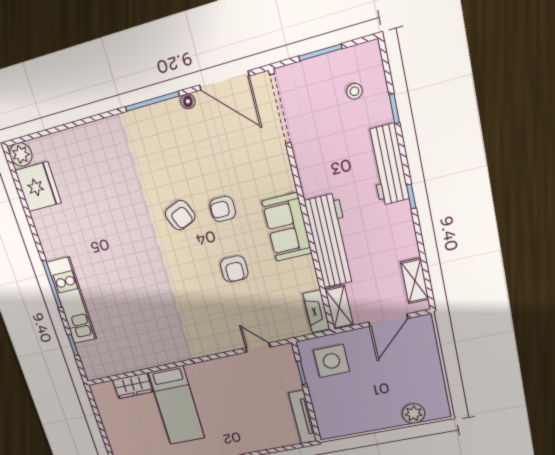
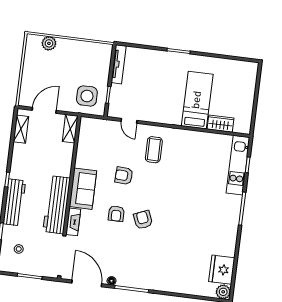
armchair: (223, 209) -> (116, 214), turned 90
workbench: (331, 241) -> (57, 205), moved
armchair: (234, 269) -> (124, 176), turned -87
kitchen unit: (72, 301) -> (238, 165), moved
fireplace: (316, 311) -> (73, 222), moved
coffee table: (207, 321) -> (154, 150), added

